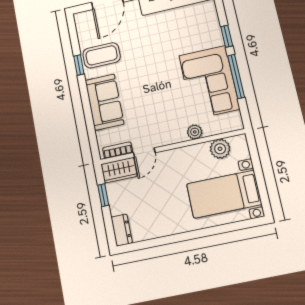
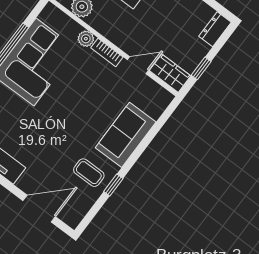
coffee table: (102, 55) -> (89, 173), width x0.73, depth x0.77
bookcase: (118, 150) -> (107, 52), moved

